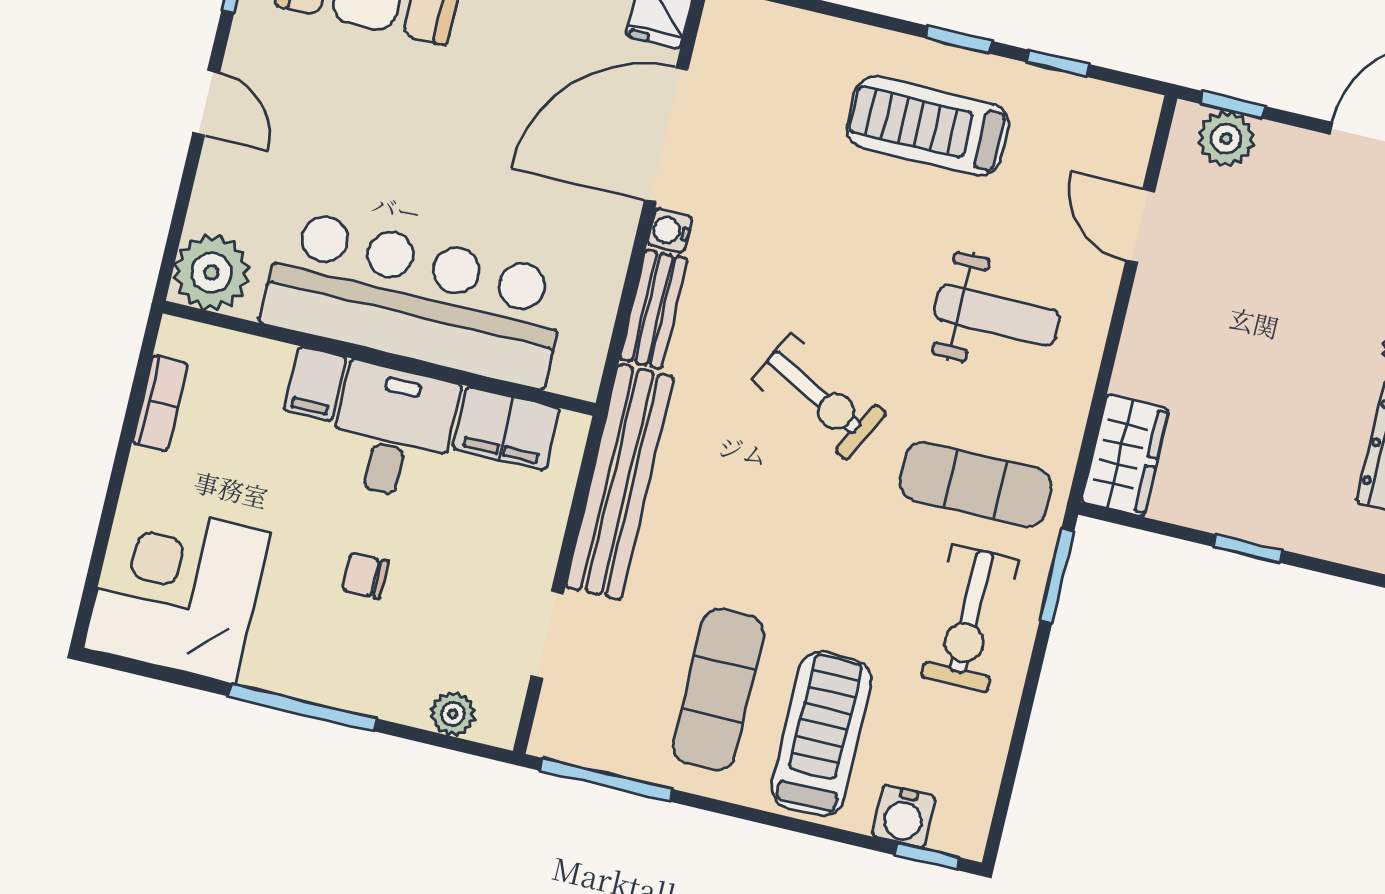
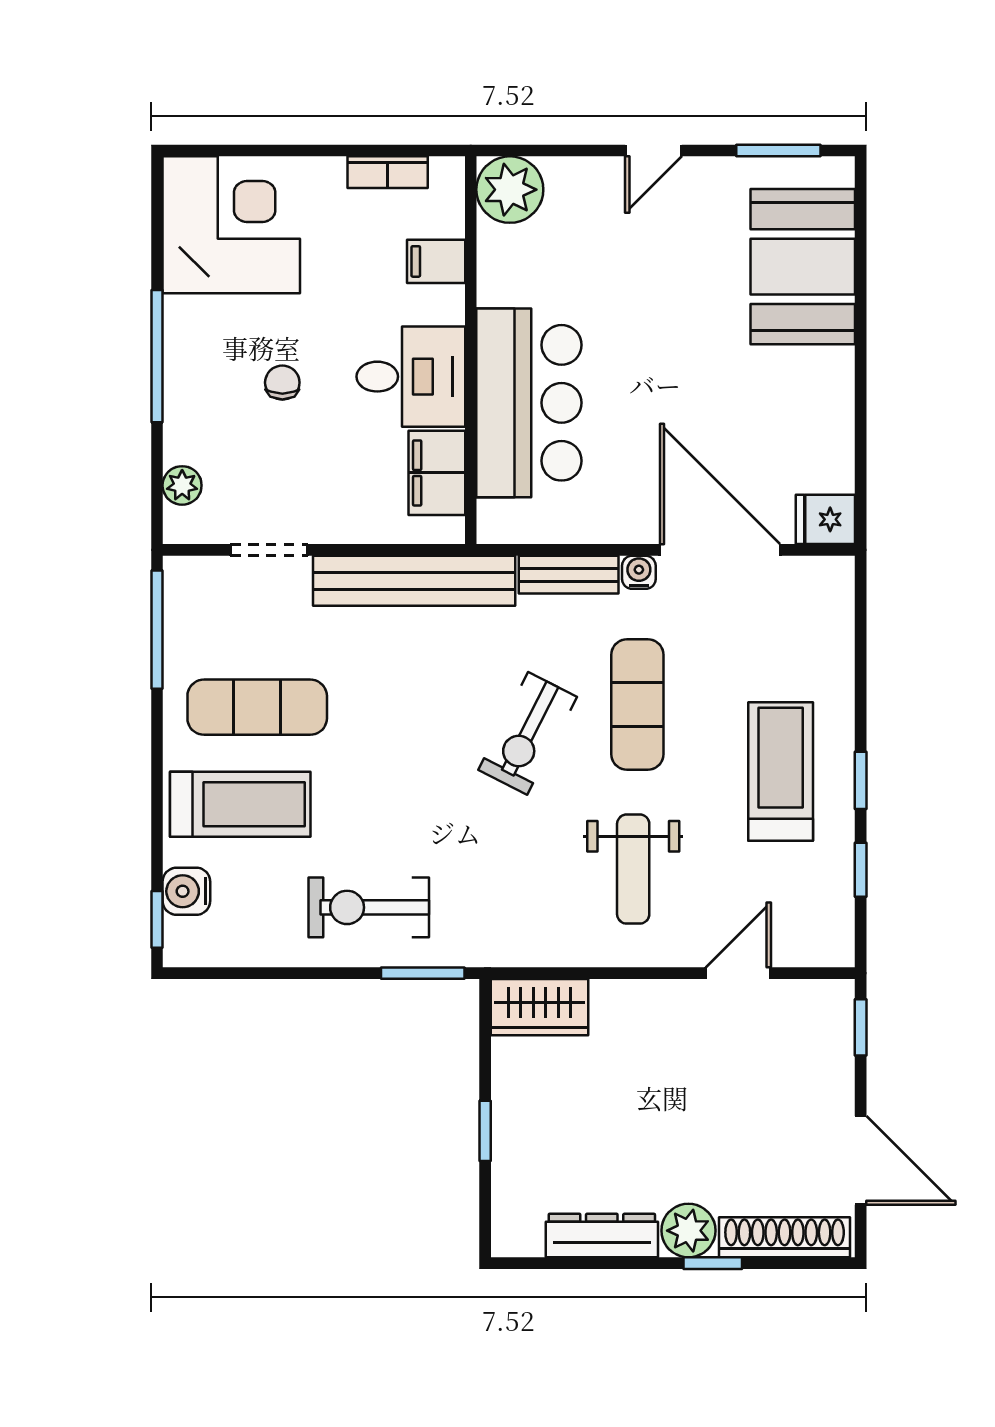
plant: (1226, 139) -> (830, 1029), removed
bar counter: (415, 299) -> (529, 403), width x0.73
filing cabinet: (315, 384) -> (436, 261), moved
exercise mat: (976, 484) -> (637, 705), moved

